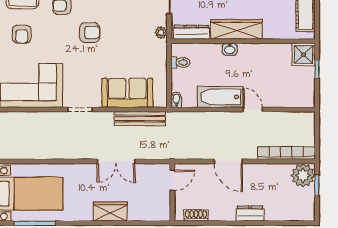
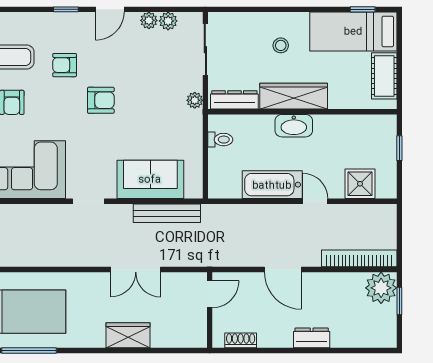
washbasin: (230, 49) -> (294, 126), width x1.91, depth x1.45
shower: (304, 55) -> (360, 184), moved
bidet: (176, 100) -> (215, 189), removed

